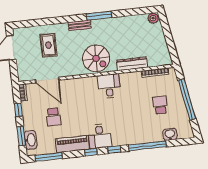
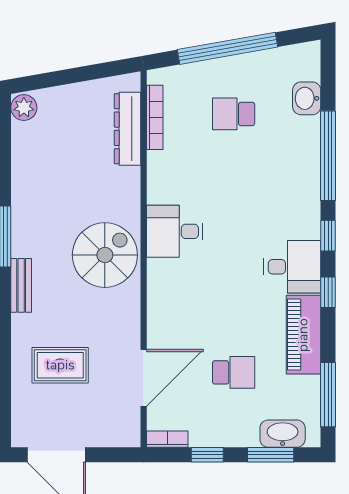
dresser: (132, 64) -> (128, 129), moved

